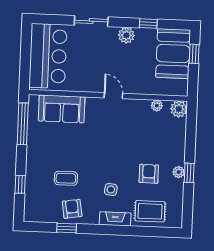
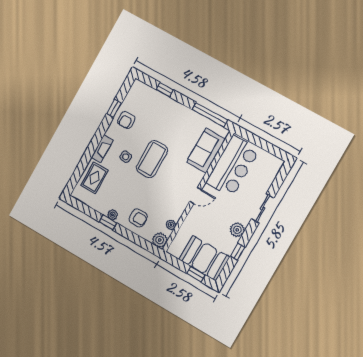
bar counter: (48, 56) -> (233, 166), moved, turned -90
armchair: (149, 174) -> (138, 218), moved
coffee table: (66, 178) -> (152, 159), moved, width x1.86, depth x1.72
armchair: (72, 209) -> (126, 120), turned 99

